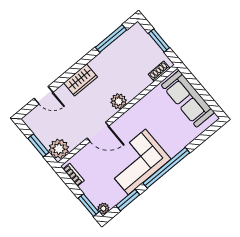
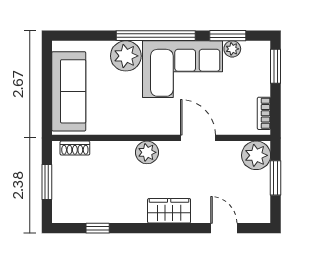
window: (111, 39) -> (98, 228), width x0.46
plant: (173, 143) -> (126, 56), added
plant: (103, 208) -> (232, 49), moved

